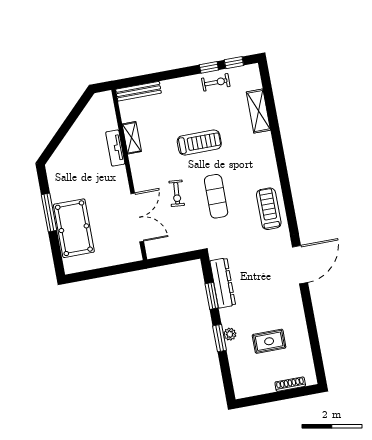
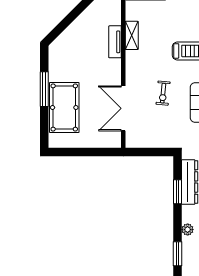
double door: (137, 217) -> (123, 108), swing flipped
window: (220, 338) -> (178, 254), moved

